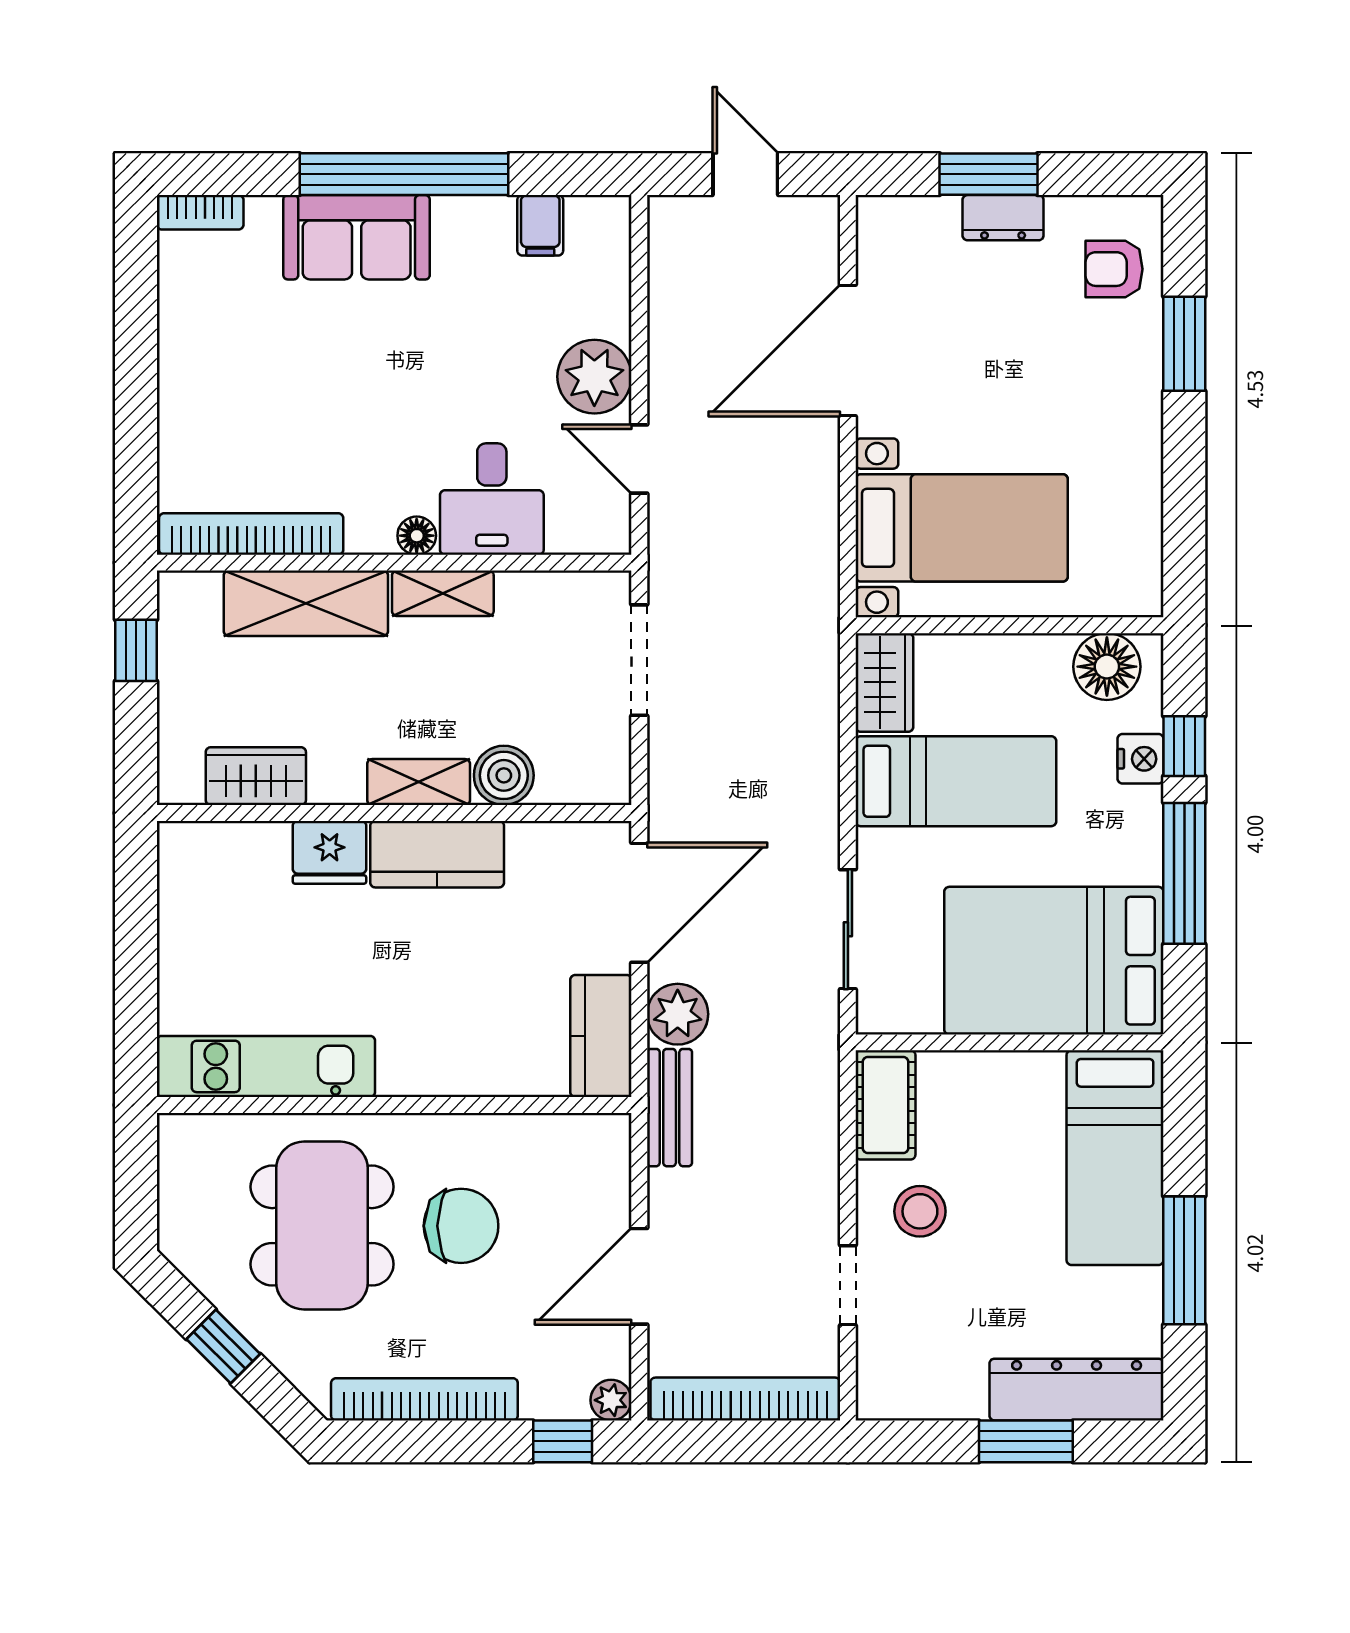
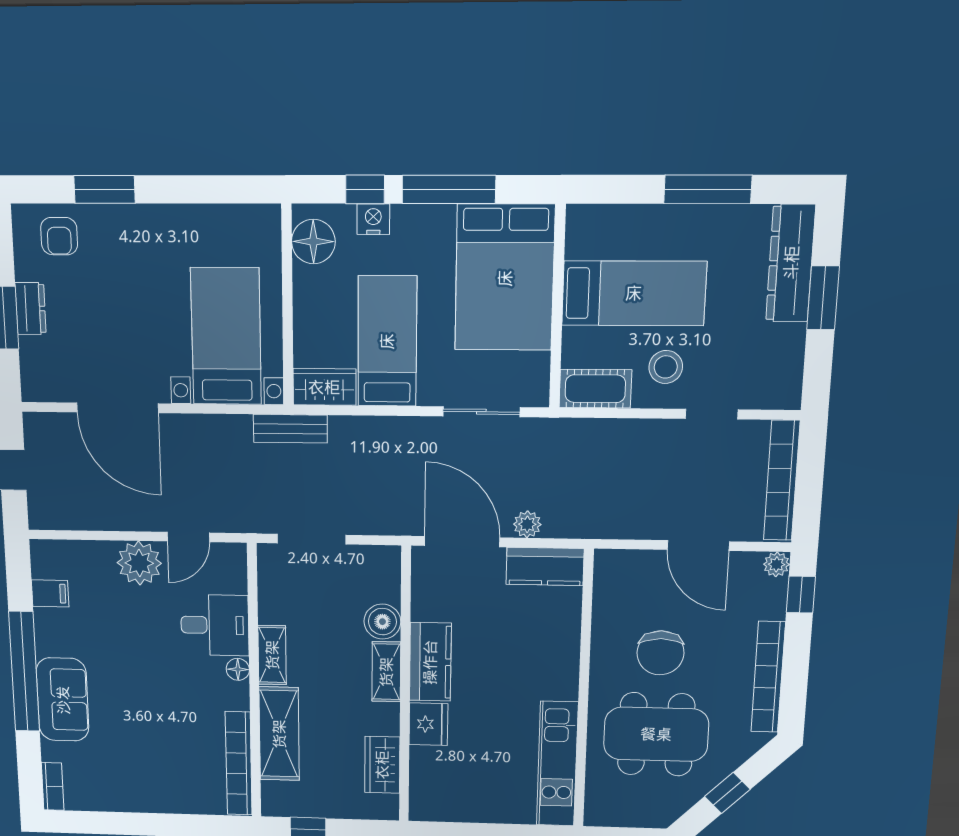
plant: (678, 1014) -> (527, 524), width x0.73, depth x0.73
bench: (670, 1108) -> (290, 429), moved
bed: (1115, 1158) -> (634, 293), moved
chair: (461, 1226) -> (660, 653), turned 180

